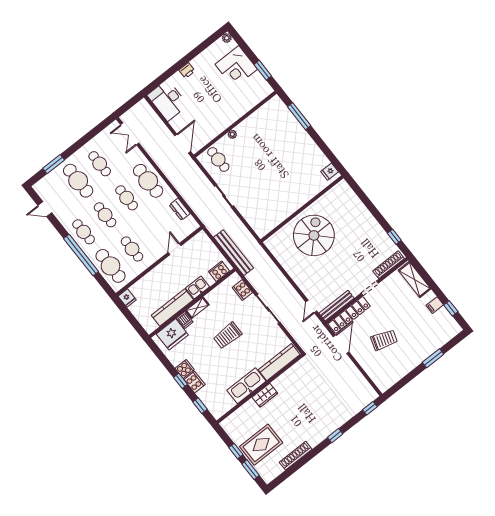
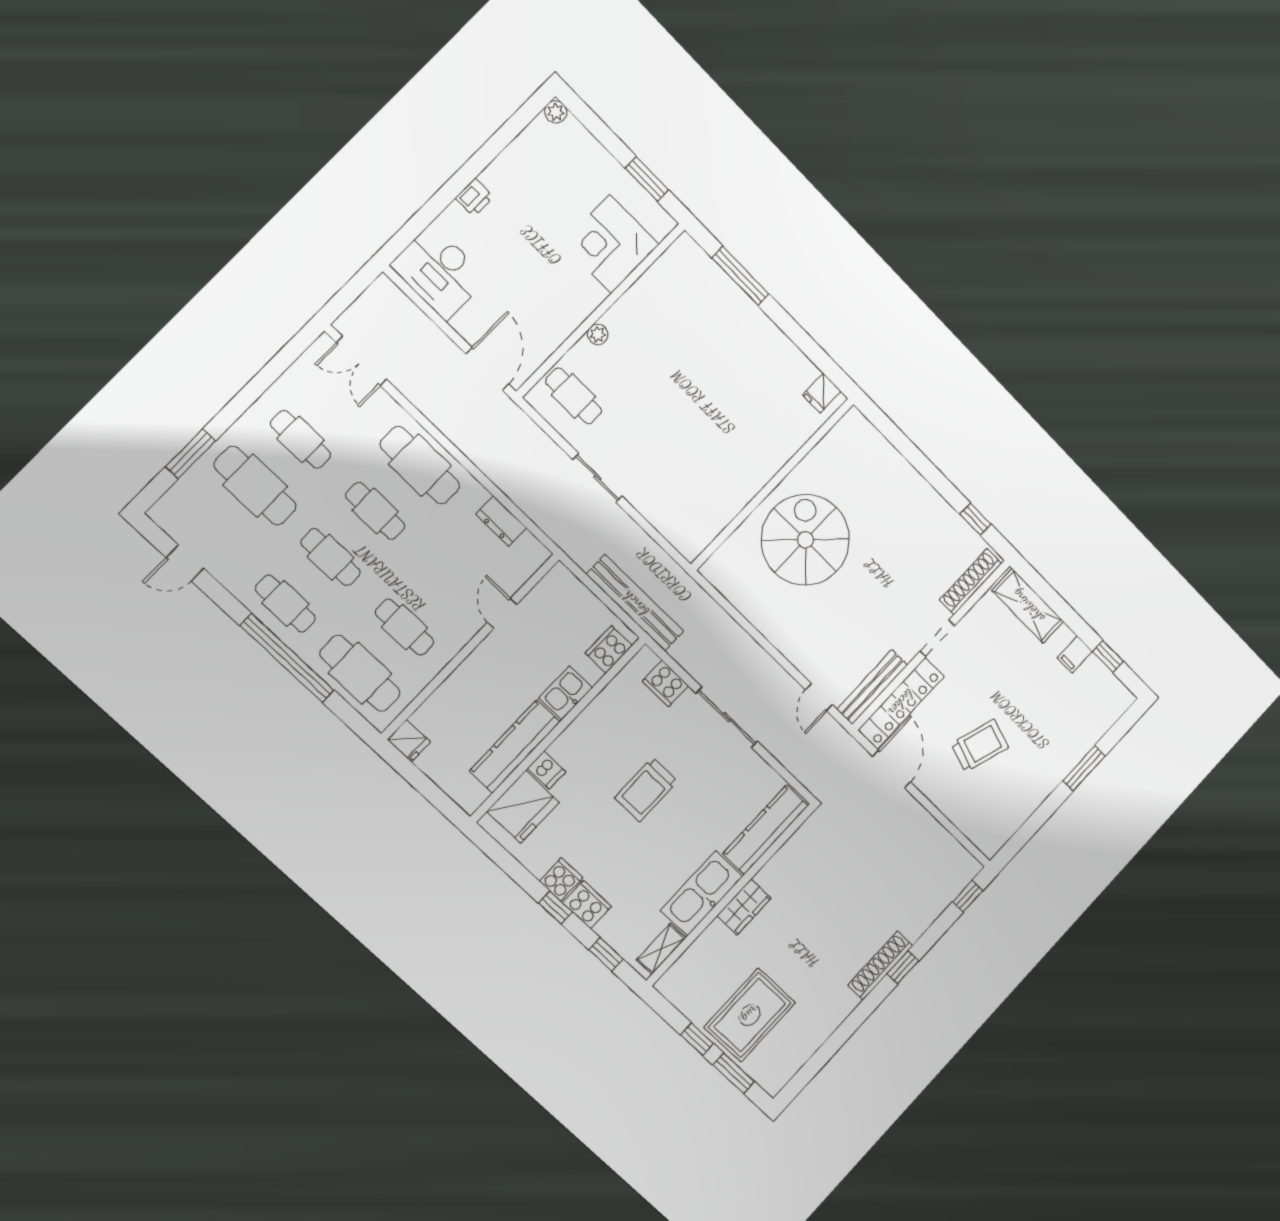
corner desk: (236, 67) -> (611, 244), moved, turned 90
shelving: (197, 308) -> (661, 949), moved
shoe rack: (296, 456) -> (880, 965), moved

